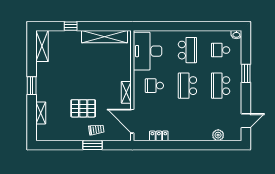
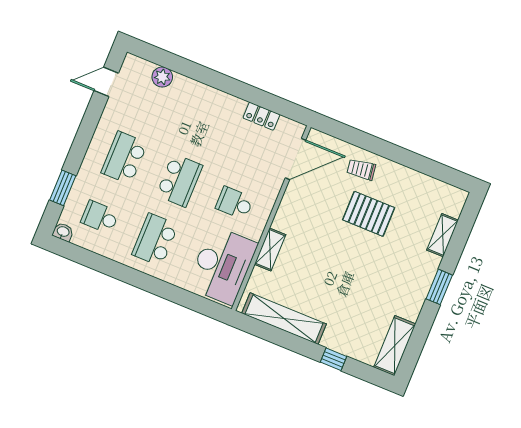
school desk: (221, 50) -> (100, 217), turned 180
window: (246, 73) -> (63, 188), moved
school desk: (154, 86) -> (234, 203), turned 180
school desk: (221, 86) -> (124, 158), turned 180
shelving: (126, 92) -> (270, 249), moved
door: (132, 121) -> (296, 159), hinge flipped
window: (92, 145) -> (378, 146), removed

